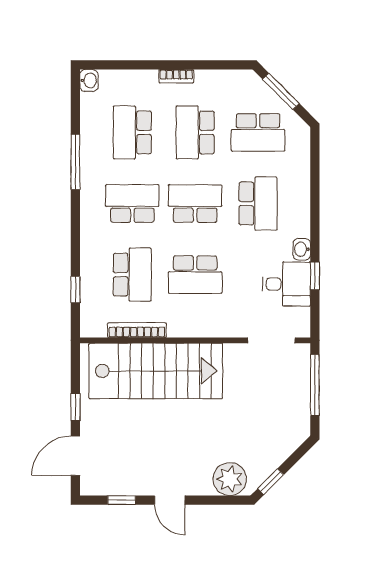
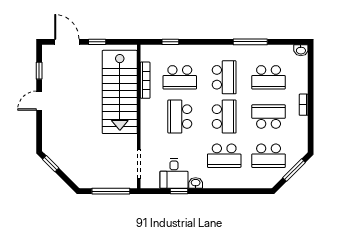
school desk: (132, 132) -> (269, 77), turned 180
school desk: (258, 132) -> (269, 156), turned -90
plant: (230, 479) -> (52, 138), removed

